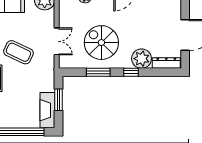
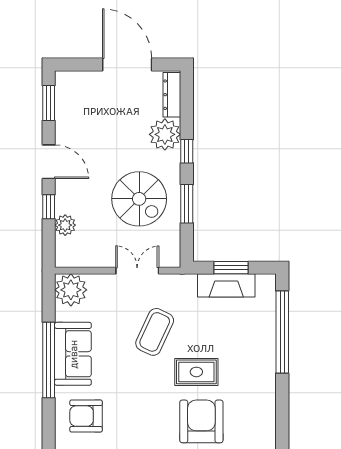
spiral stairs: (101, 43) -> (139, 199), turned -90
fireplace: (47, 110) -> (226, 285), moved

